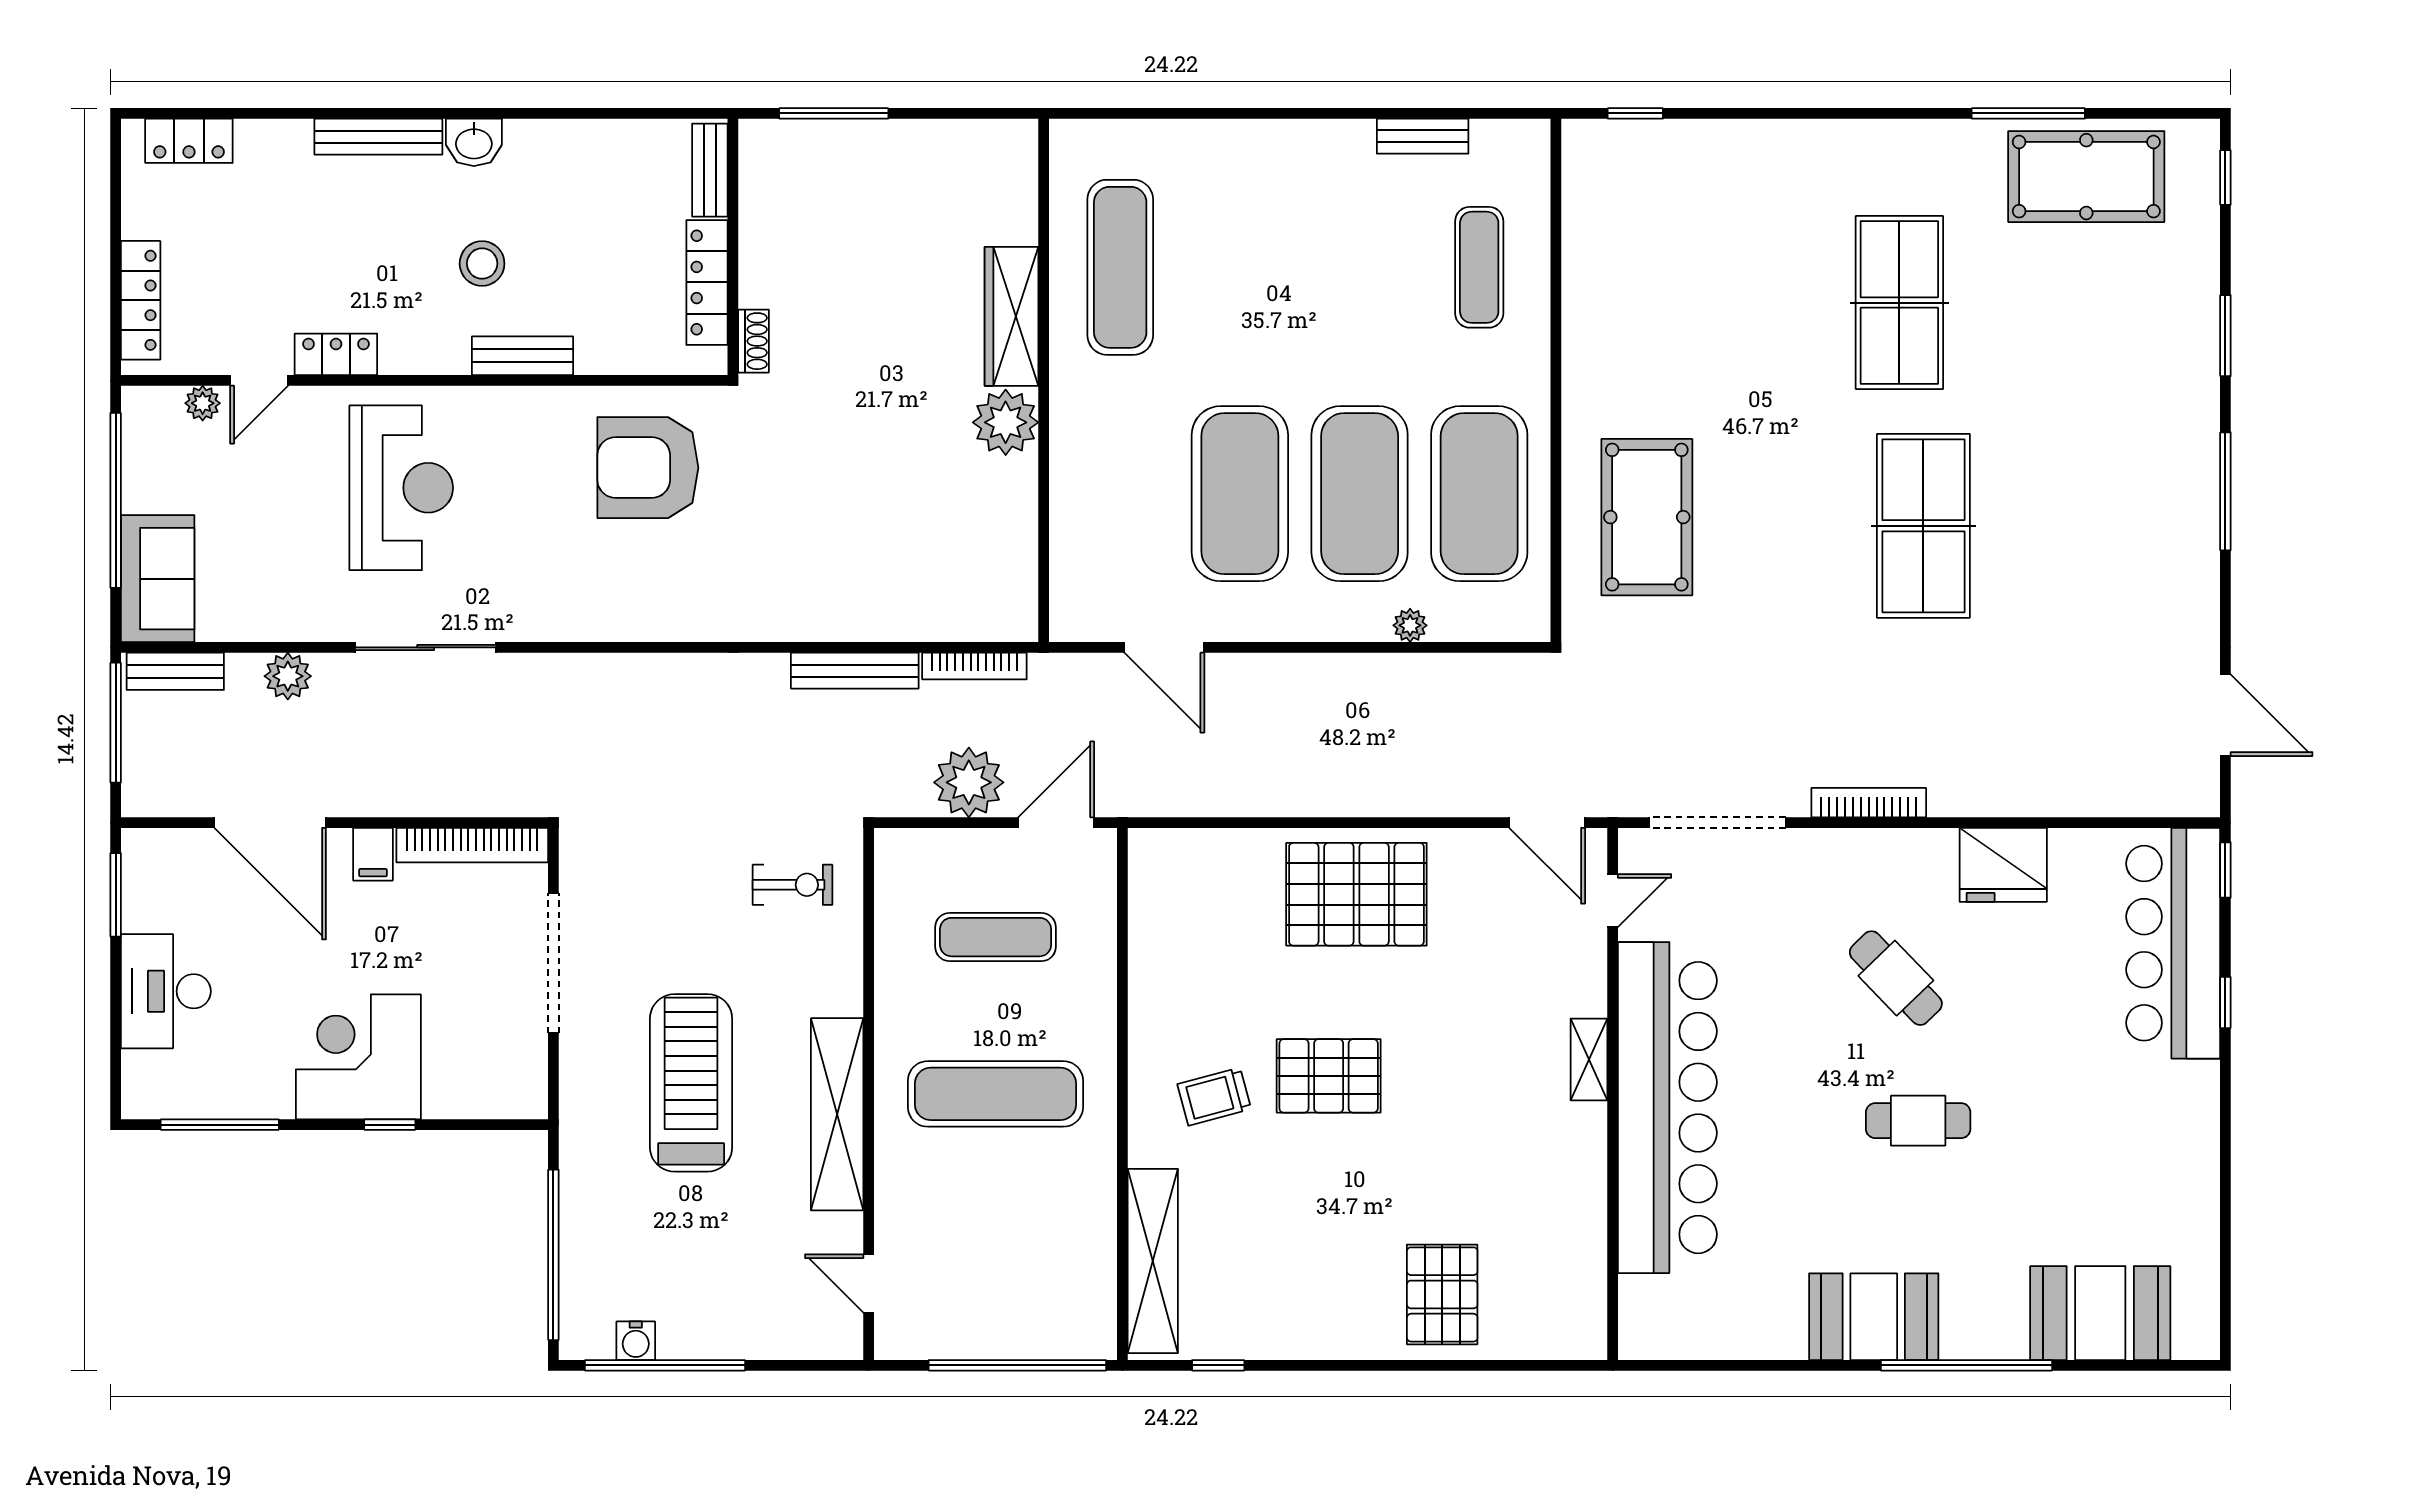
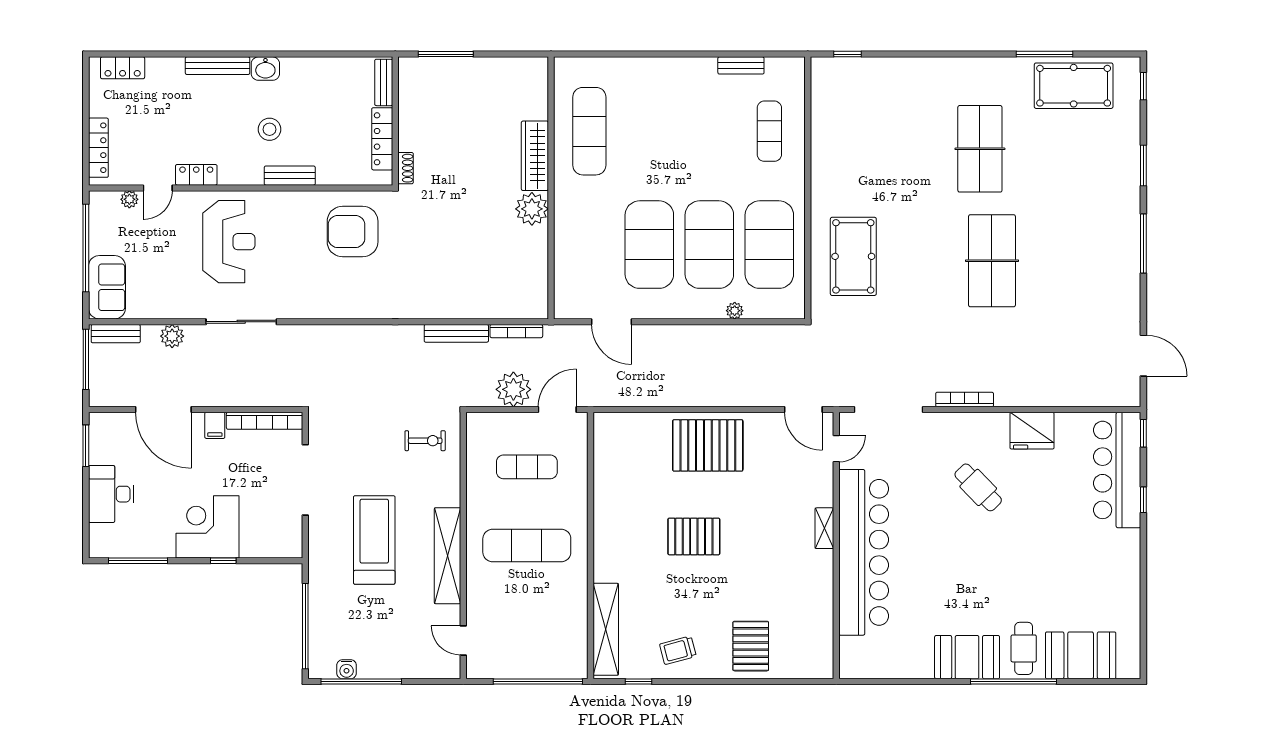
trolley: (1214, 1096) -> (678, 650), moved
cafe table: (1918, 1121) -> (1024, 648), moved, turned 90

